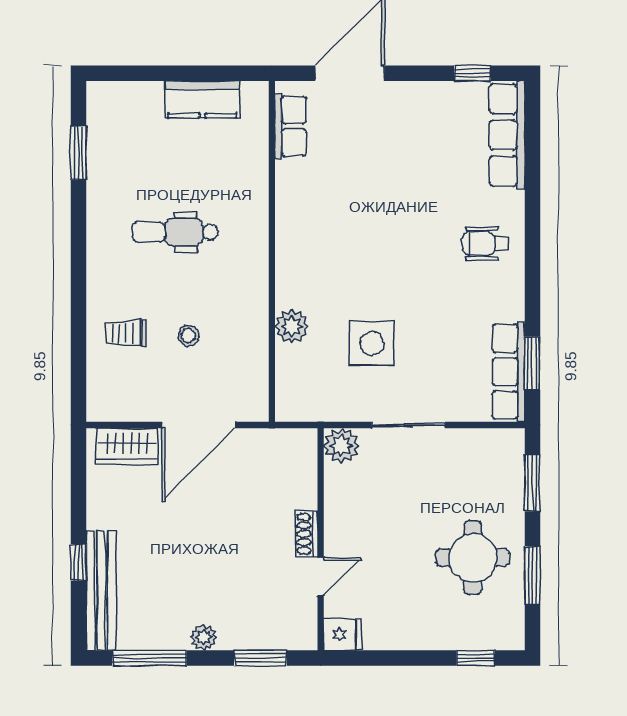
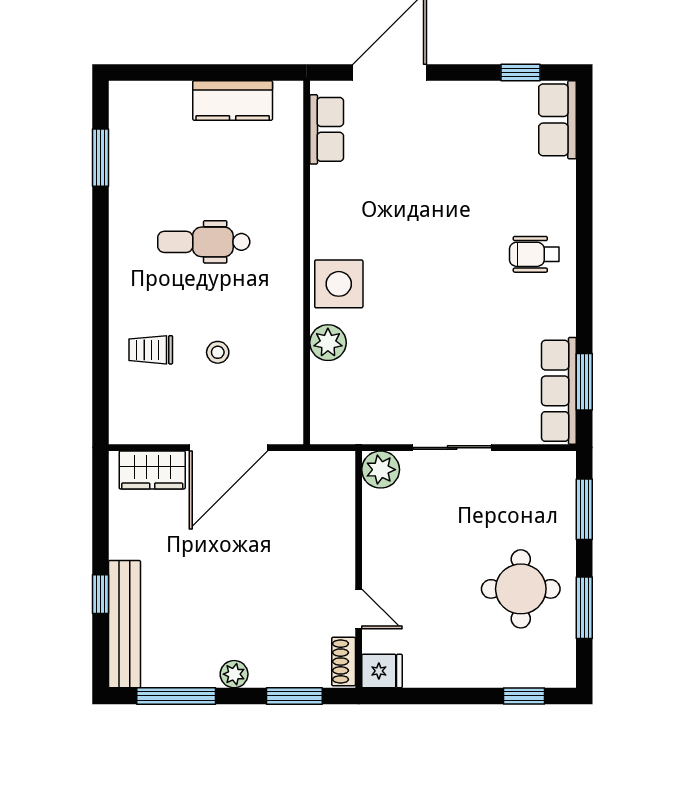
row of seats: (507, 135) -> (557, 120), width x0.68
side table: (372, 343) -> (339, 284), moved
shoe rack: (307, 534) -> (344, 662), moved
door: (321, 576) -> (359, 609), hinge flipped

